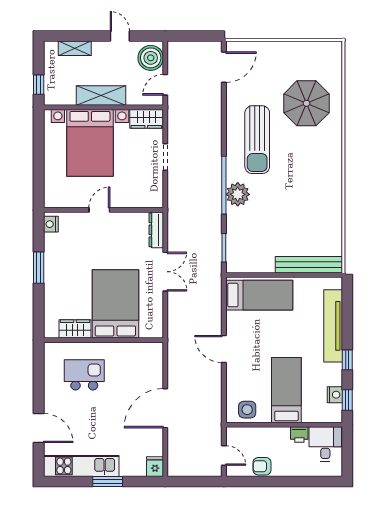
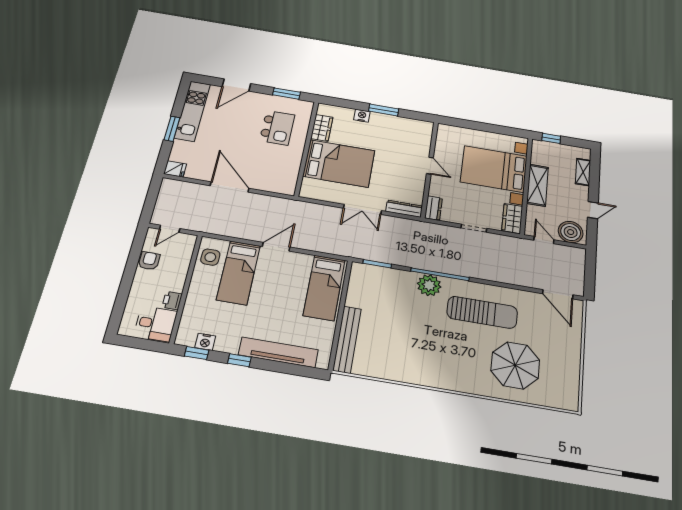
sun lounger: (257, 140) -> (482, 312), turned 180
dresser: (150, 200) -> (433, 208), added
nightstand: (51, 224) -> (362, 116), moved
window: (39, 373) -> (287, 94), added
bed: (286, 390) -> (238, 273), moved, turned 90

